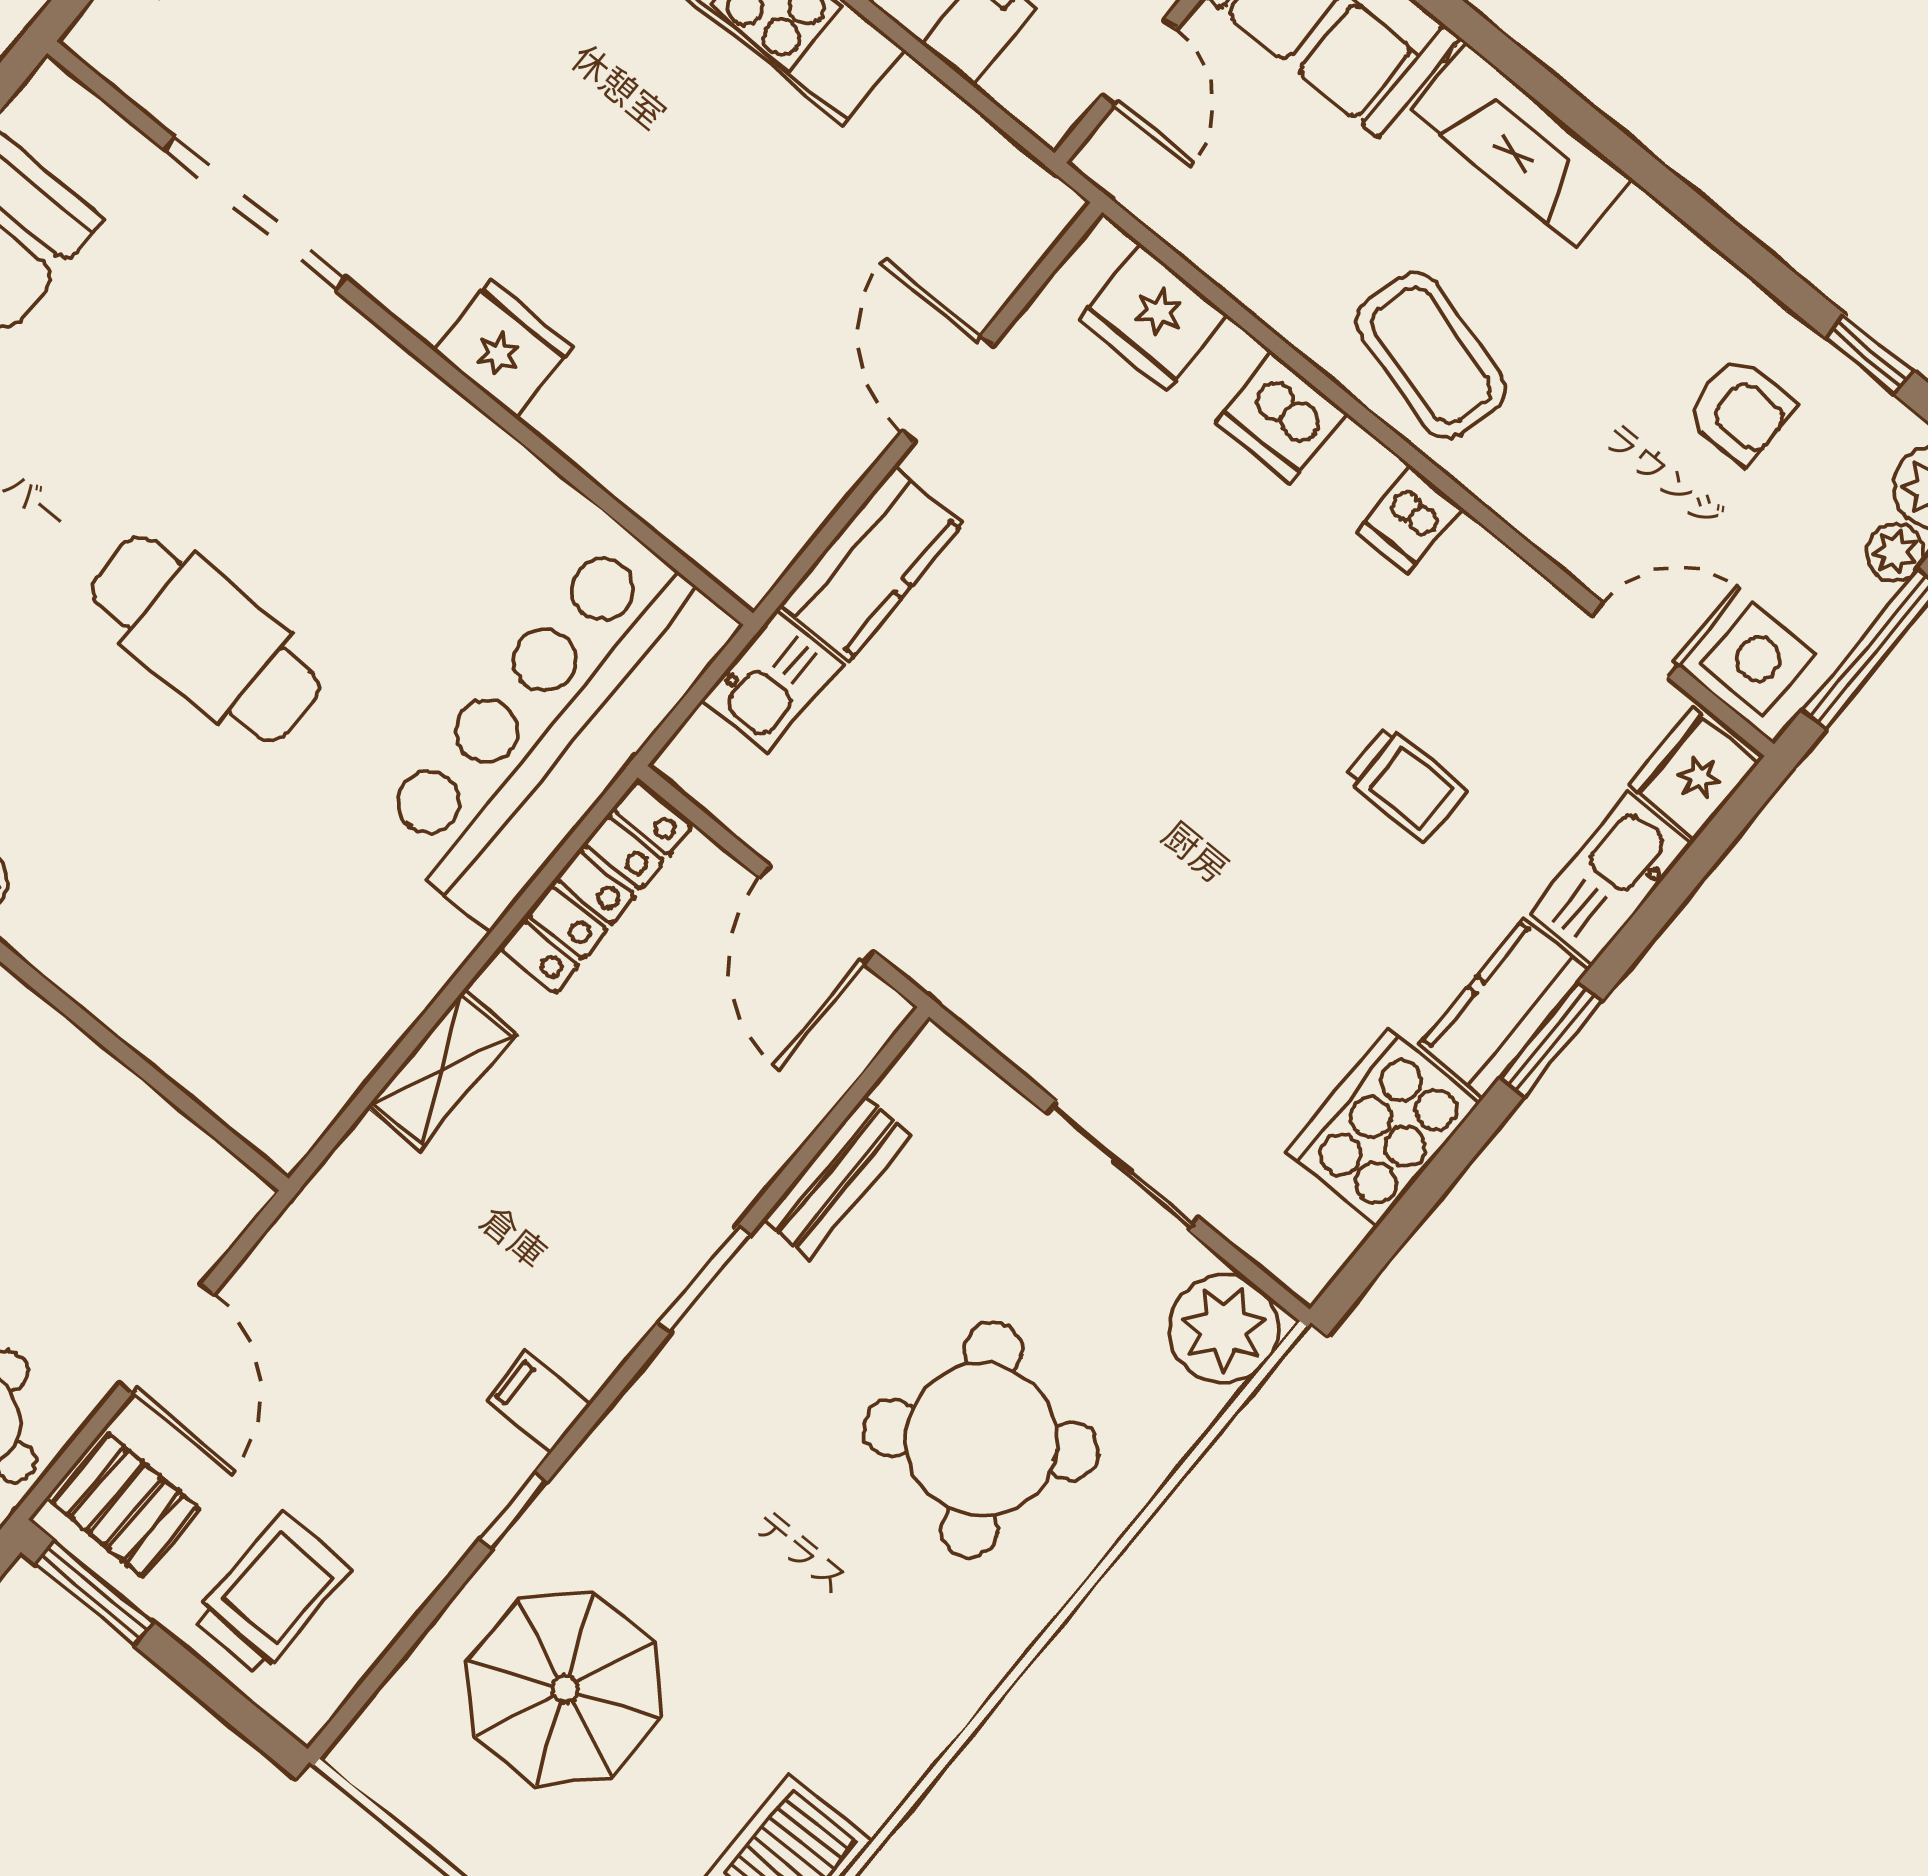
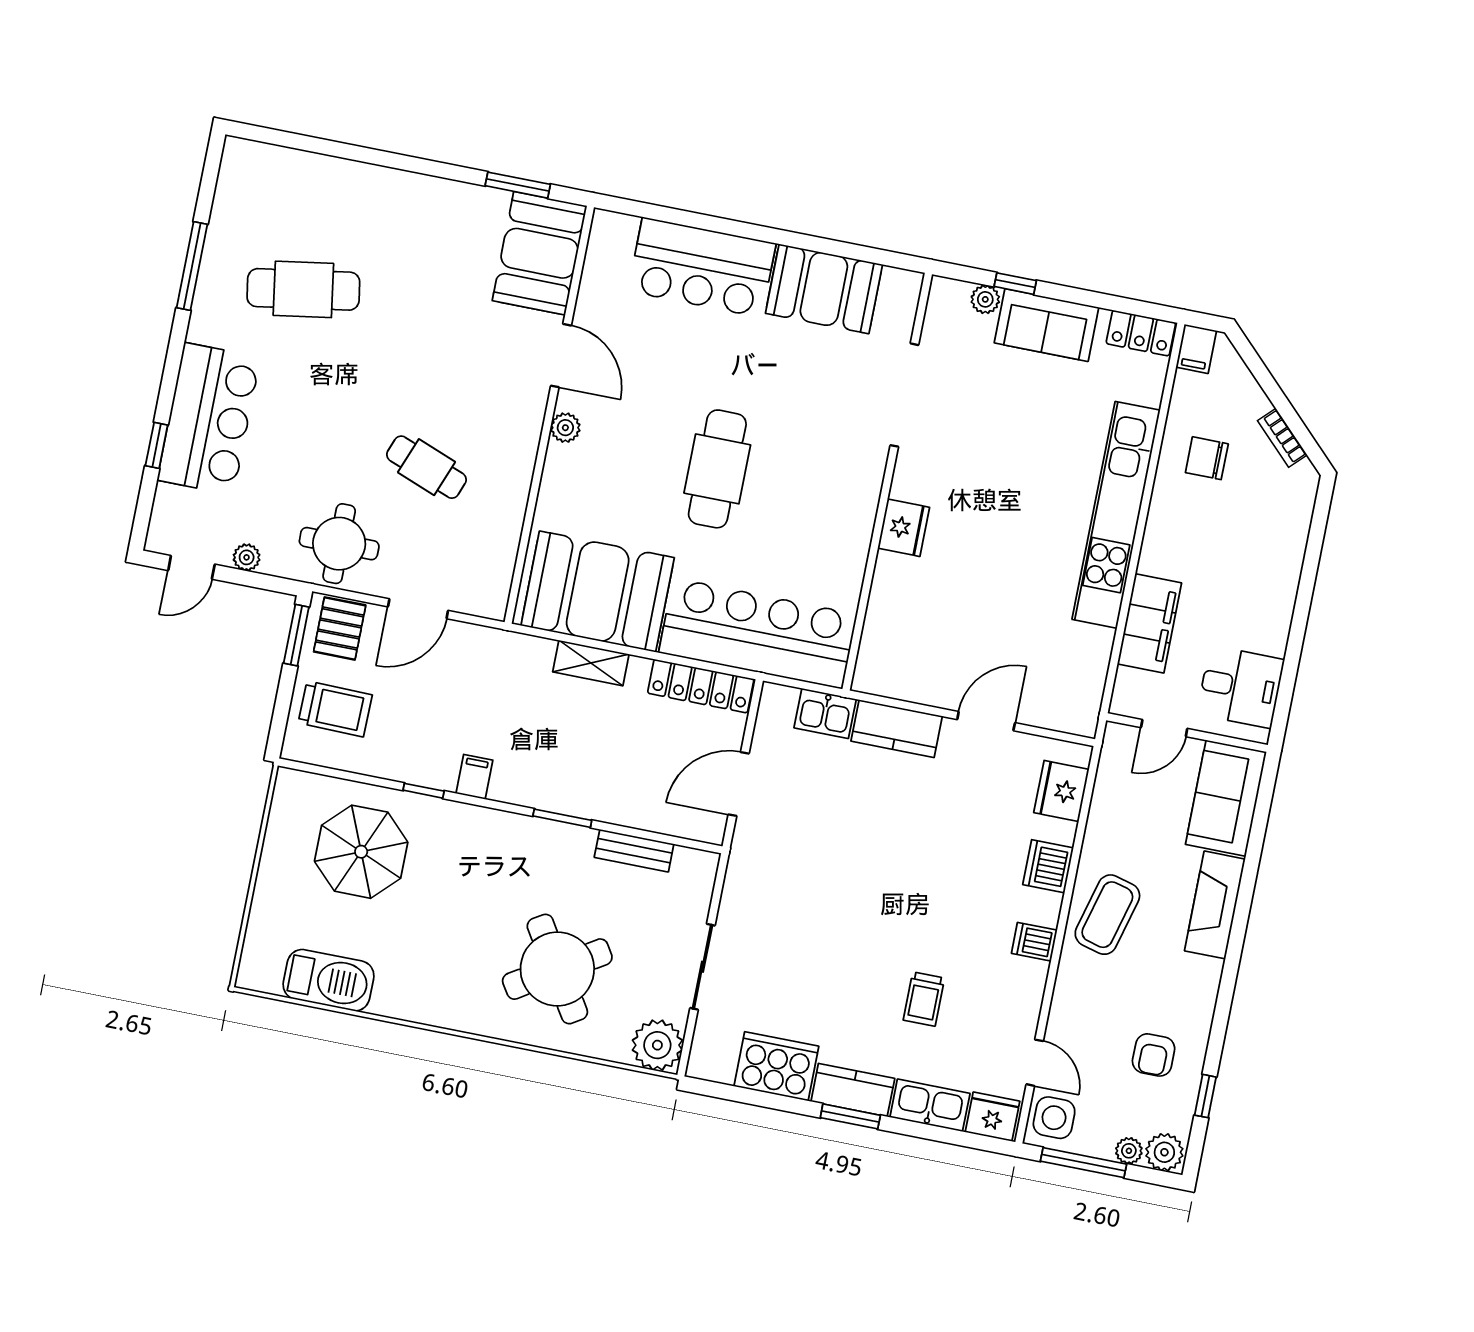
booth: (315, 986) -> (598, 592), added

